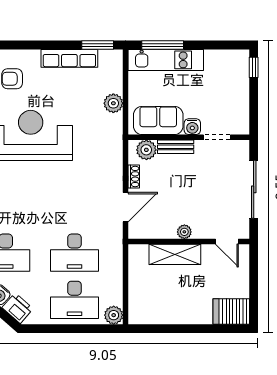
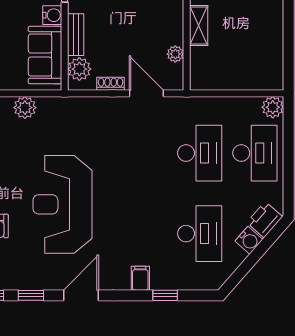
plant: (184, 232) -> (175, 54), moved
shelving: (175, 254) -> (199, 25), width x0.67, depth x0.75

